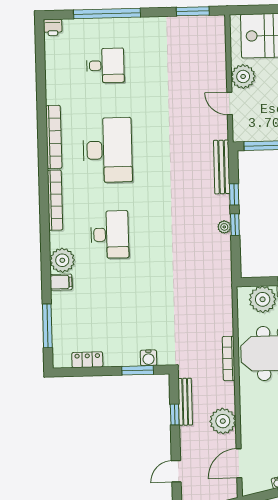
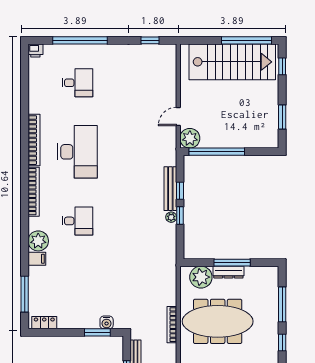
window: (193, 11) -> (150, 40), width x0.67
plant: (243, 76) -> (190, 138), moved
door: (230, 103) -> (178, 116), hinge flipped
bench: (222, 167) -> (170, 189), moved
desk: (110, 235) -> (77, 221), width x0.73
locker: (87, 360) -> (44, 323), moved

